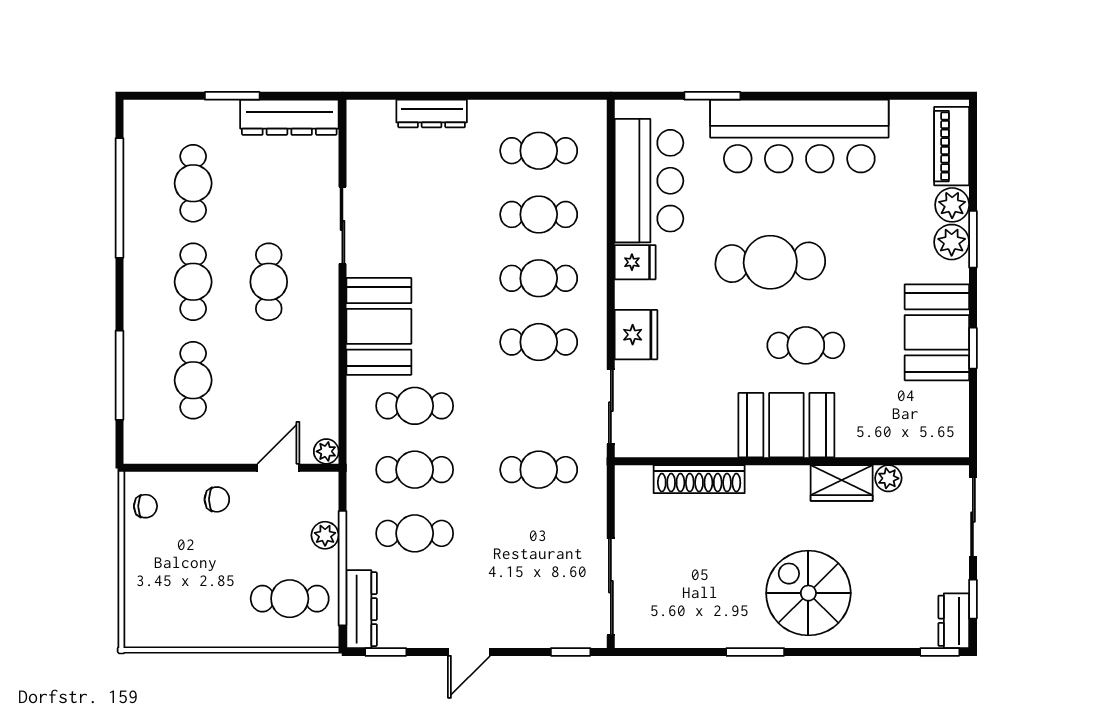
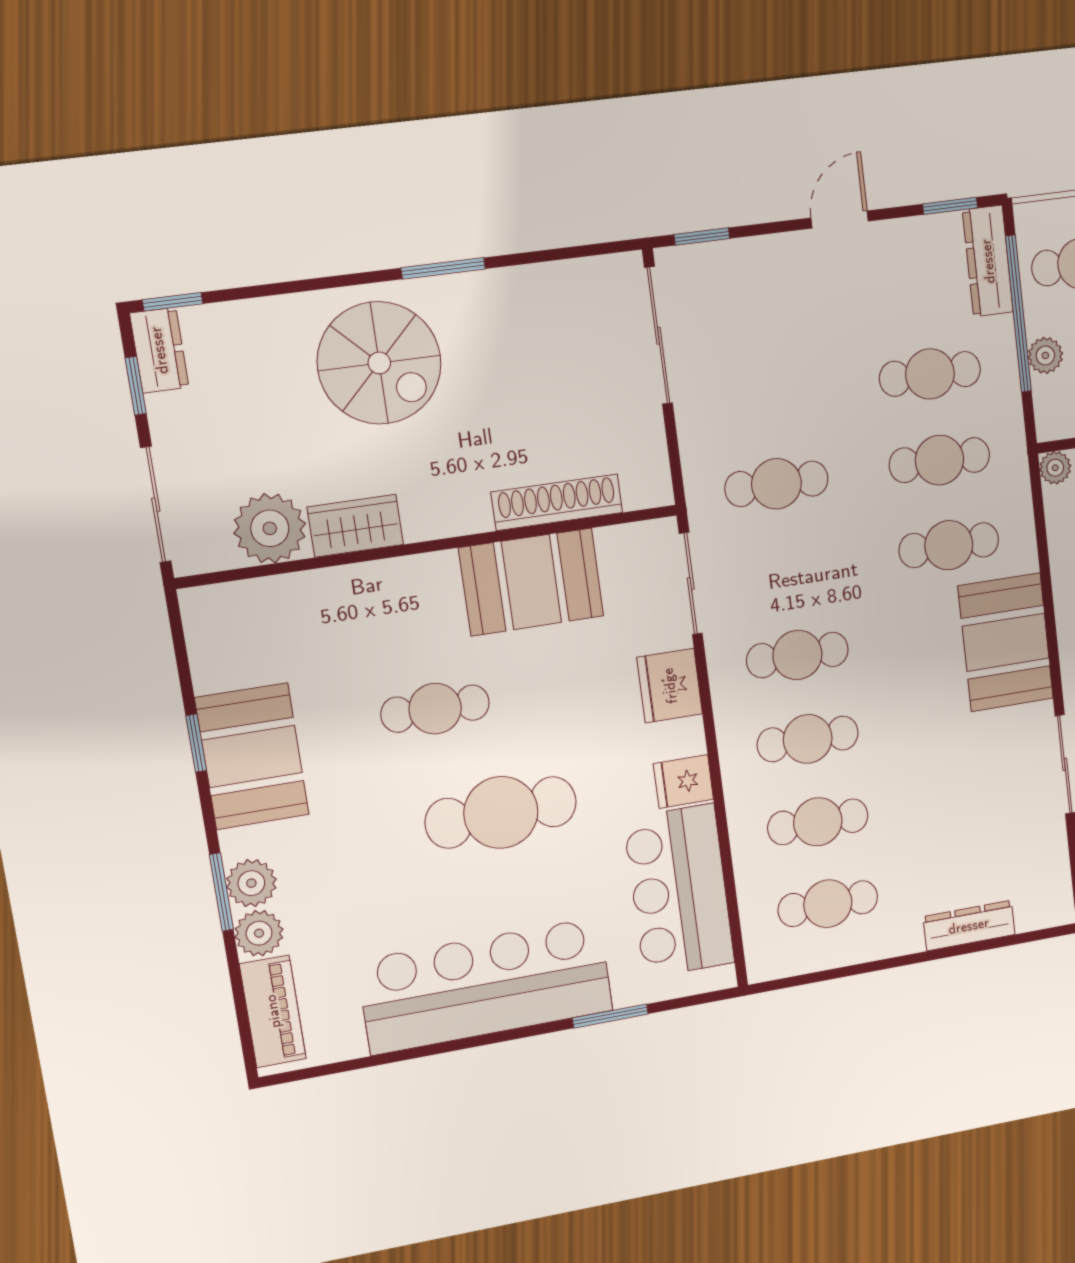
booth: (786, 425) -> (531, 582), moved
plant: (888, 478) -> (270, 528), width x1.87, depth x1.87

